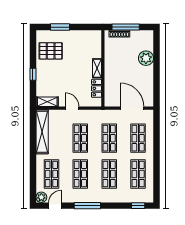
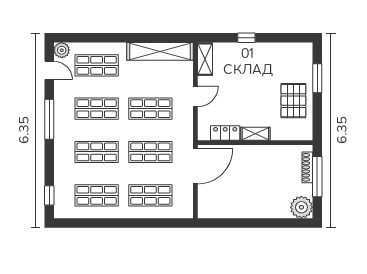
pallet: (51, 51) -> (293, 101), moved
plant: (146, 58) -> (301, 207), moved
door: (132, 108) -> (195, 166), moved

